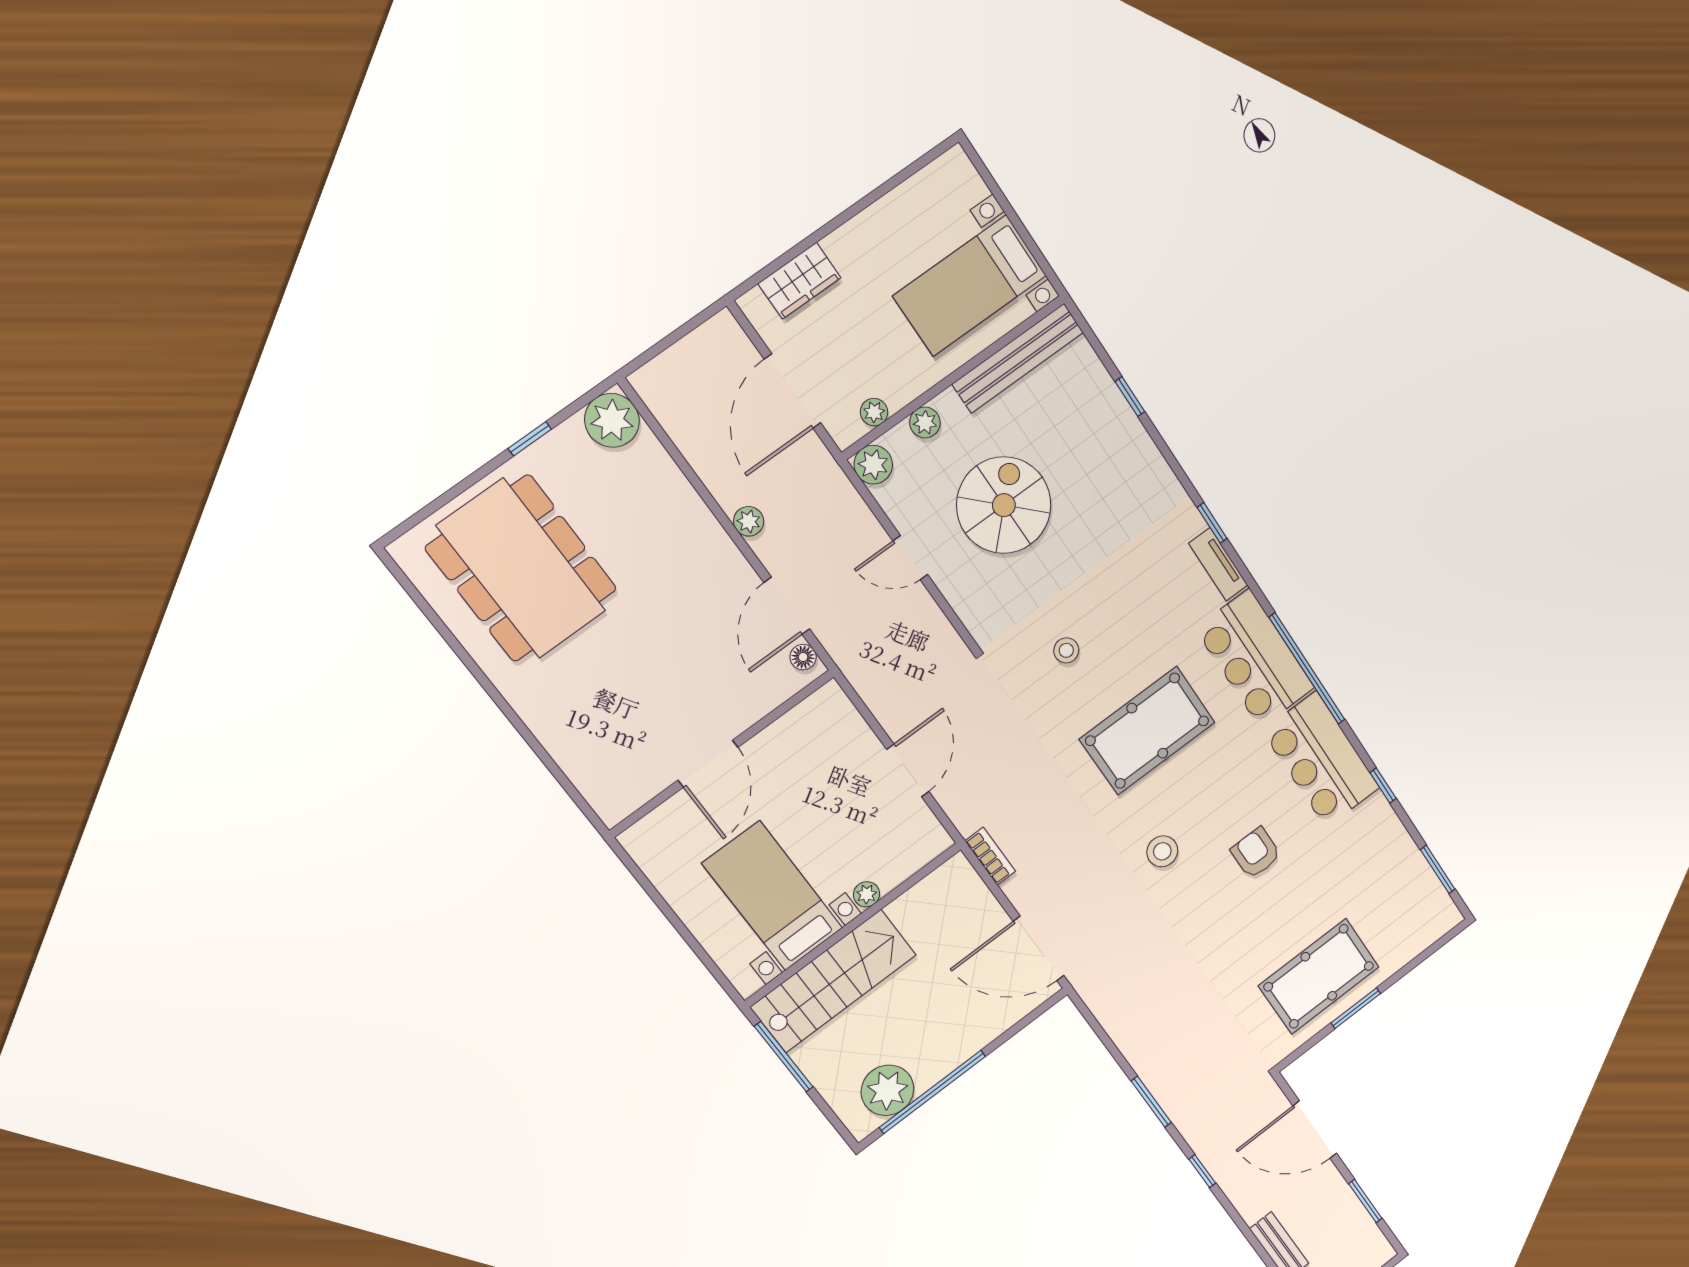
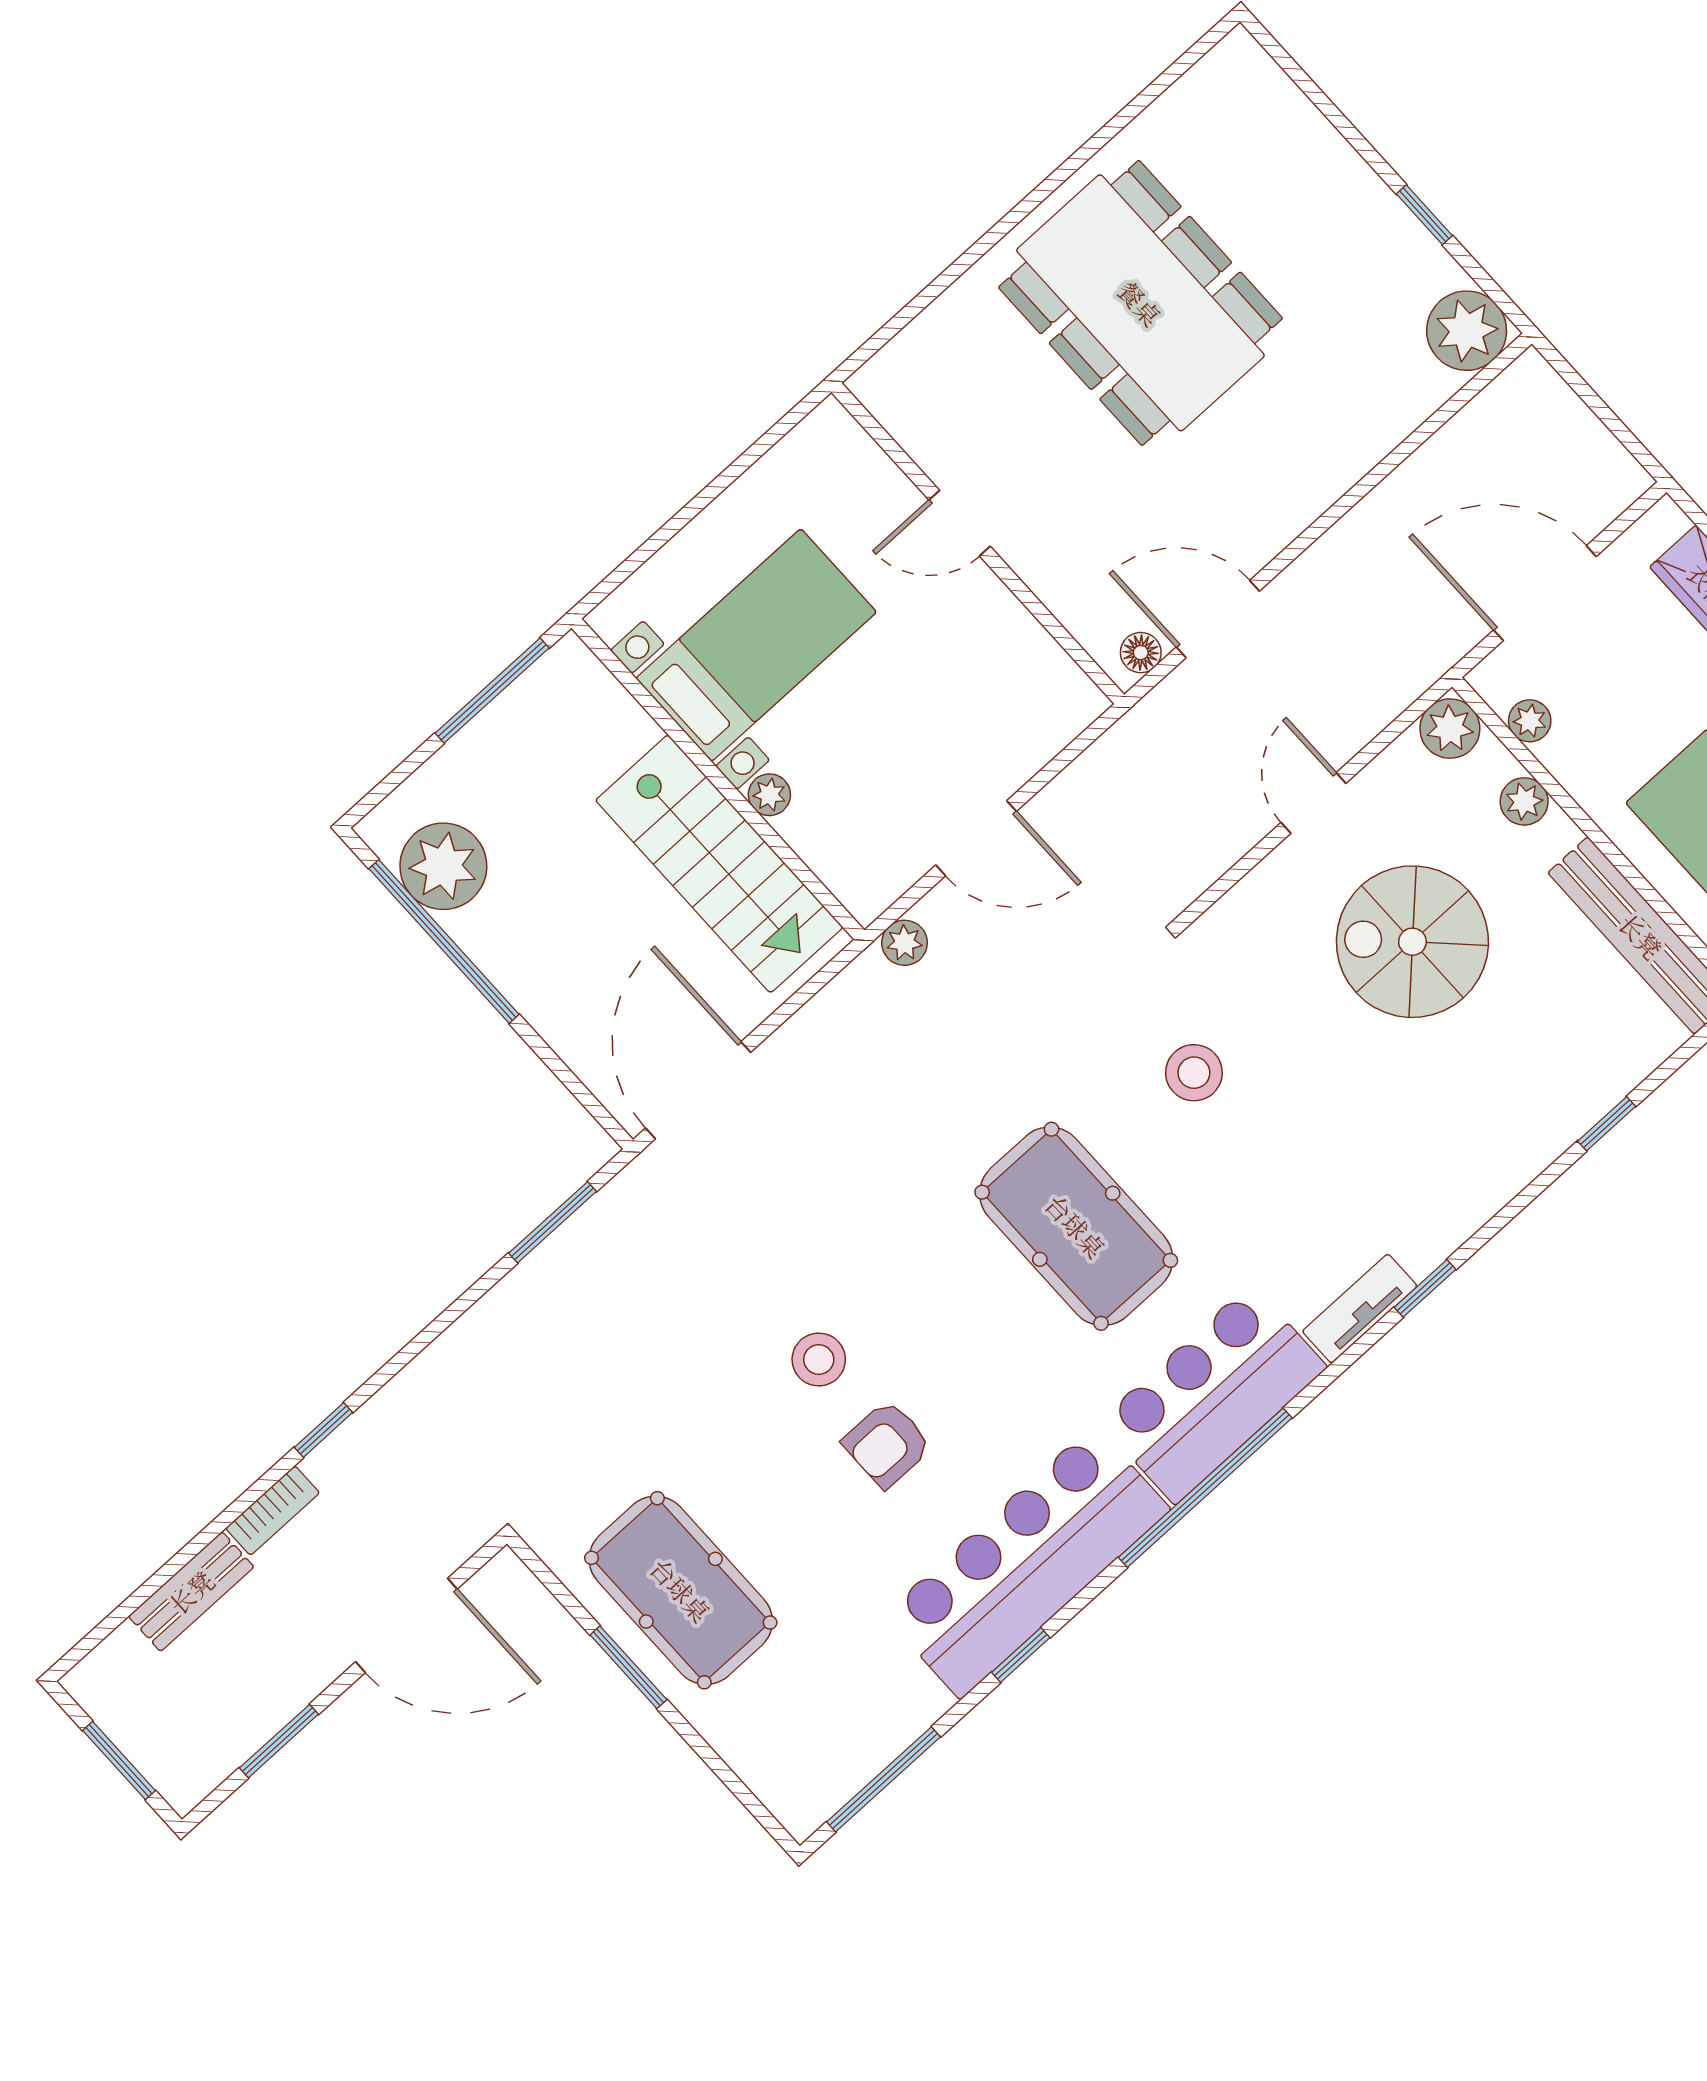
spiral stairs: (1004, 505) -> (1412, 942), turned 180
plant: (749, 521) -> (905, 943), moved
dining table: (522, 569) -> (1140, 303), moved, turned 90
stool: (1066, 650) -> (1194, 1073), width x1.37, depth x1.37
bar counter: (1321, 760) -> (1027, 1562), width x1.36
door: (708, 764) -> (960, 523), width x0.73
stool: (1162, 851) -> (819, 1360), moved
armchair: (1256, 853) -> (887, 1444), turned 180
bookcase: (990, 856) -> (273, 1511), moved
window: (1438, 869) -> (884, 1779), width x1.44
stairs: (833, 981) -> (719, 864), moved
window: (1151, 1102) -> (553, 1222), moved
door: (1315, 1130) -> (406, 1625), swing flipped

